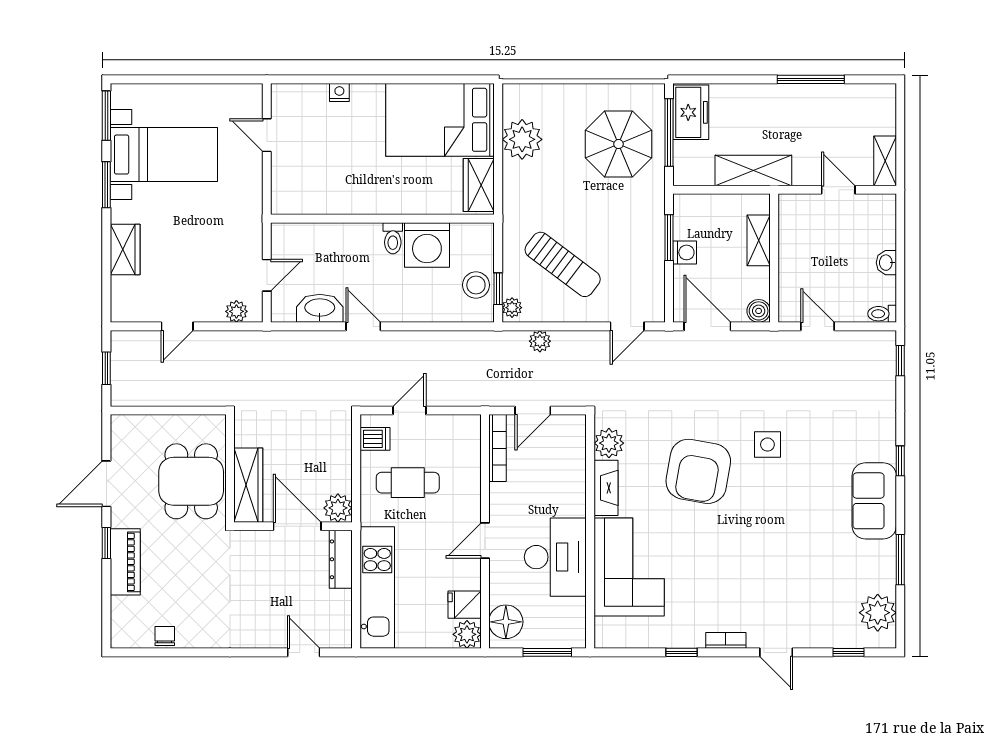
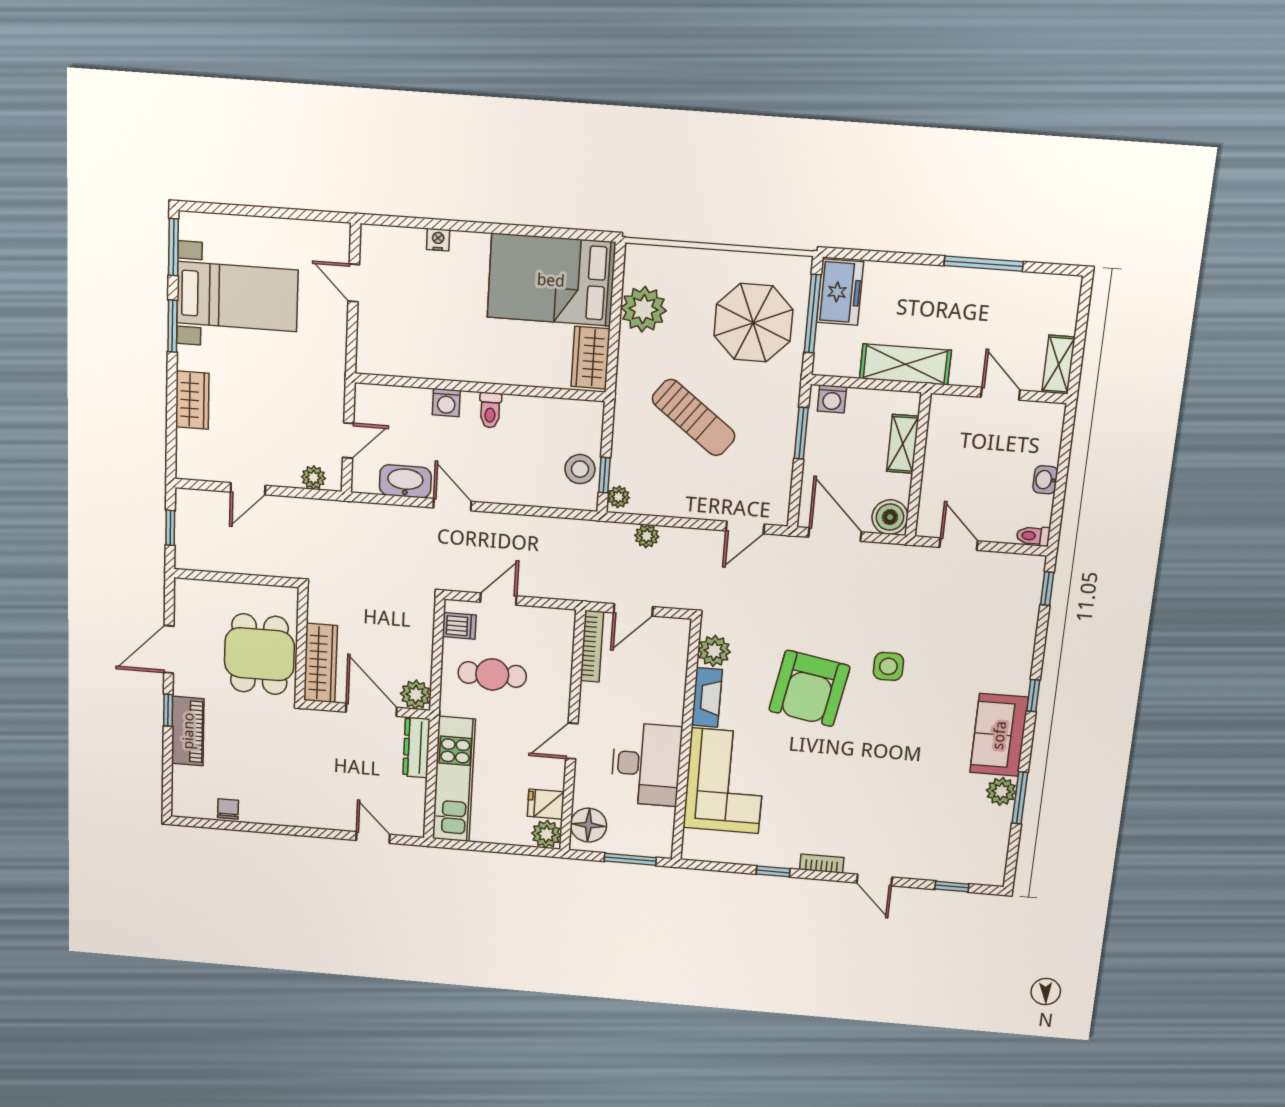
washing machine: (427, 245) -> (446, 403), moved, width x0.53, depth x0.53
washing machine: (685, 252) -> (832, 399), moved, turned 90
sun lounger: (563, 264) -> (694, 418), moved
boiler: (759, 311) -> (890, 517), width x1.36, depth x1.36
plant: (878, 613) -> (1001, 791), moved, width x0.73, depth x0.73

